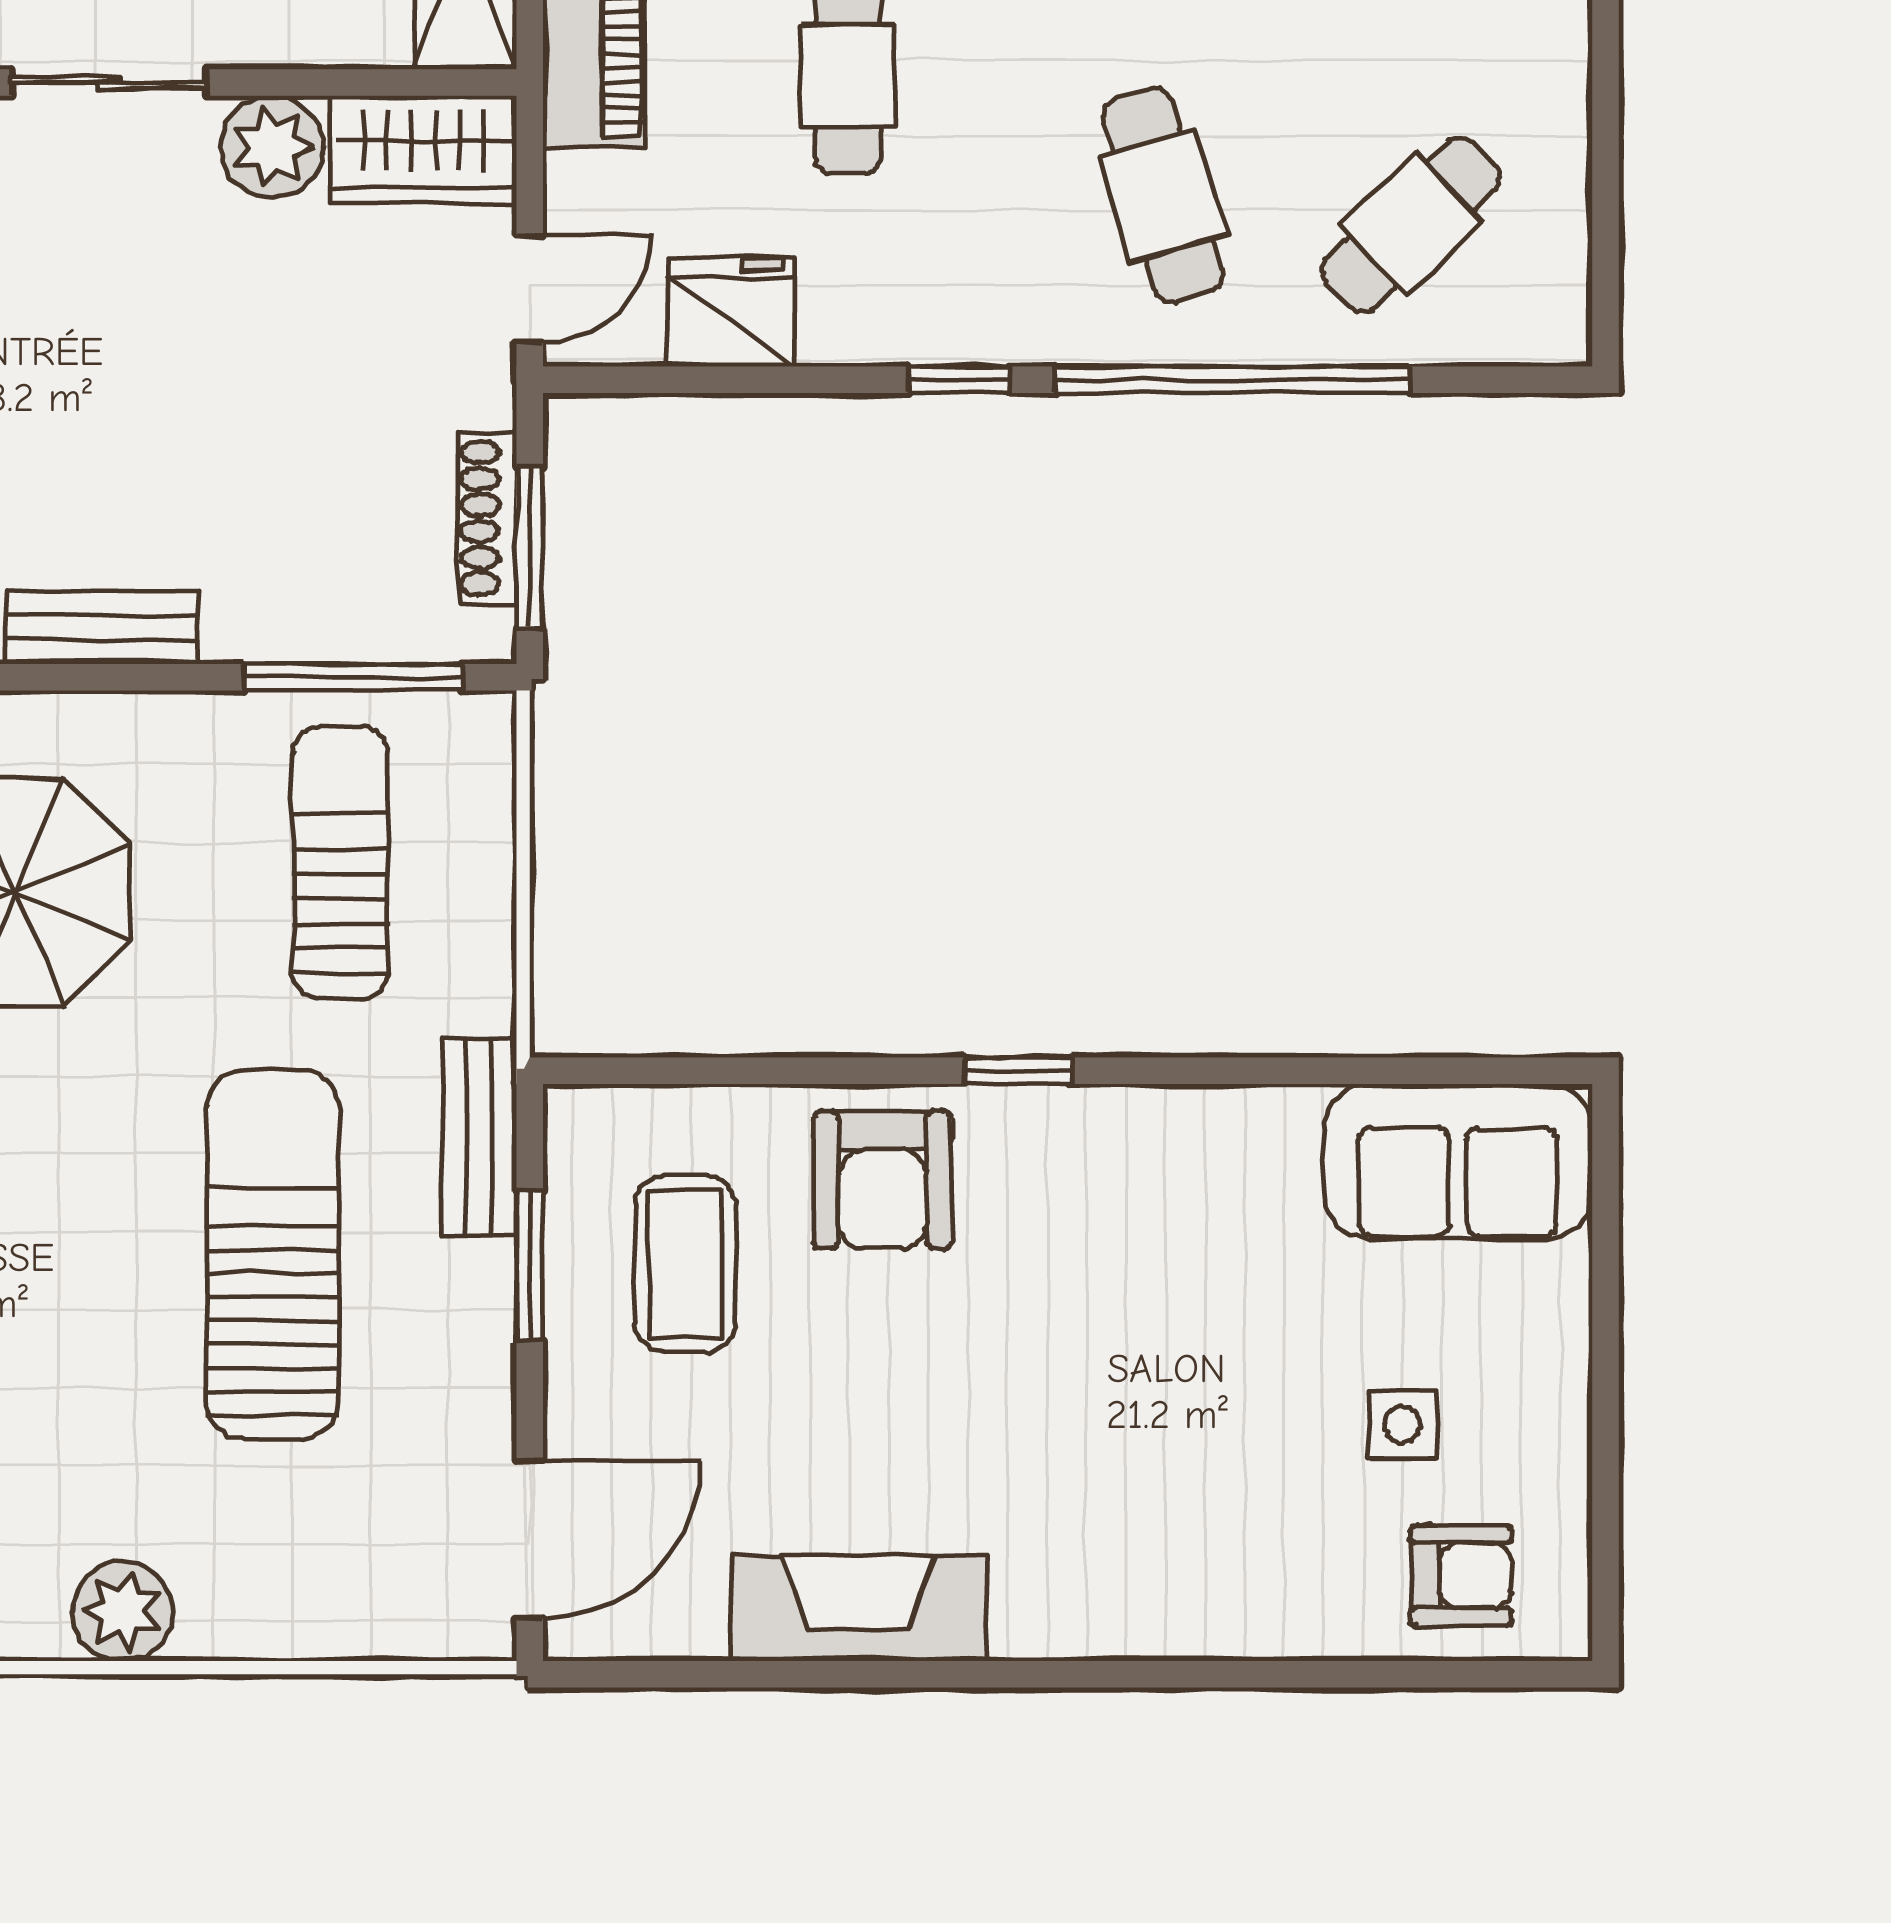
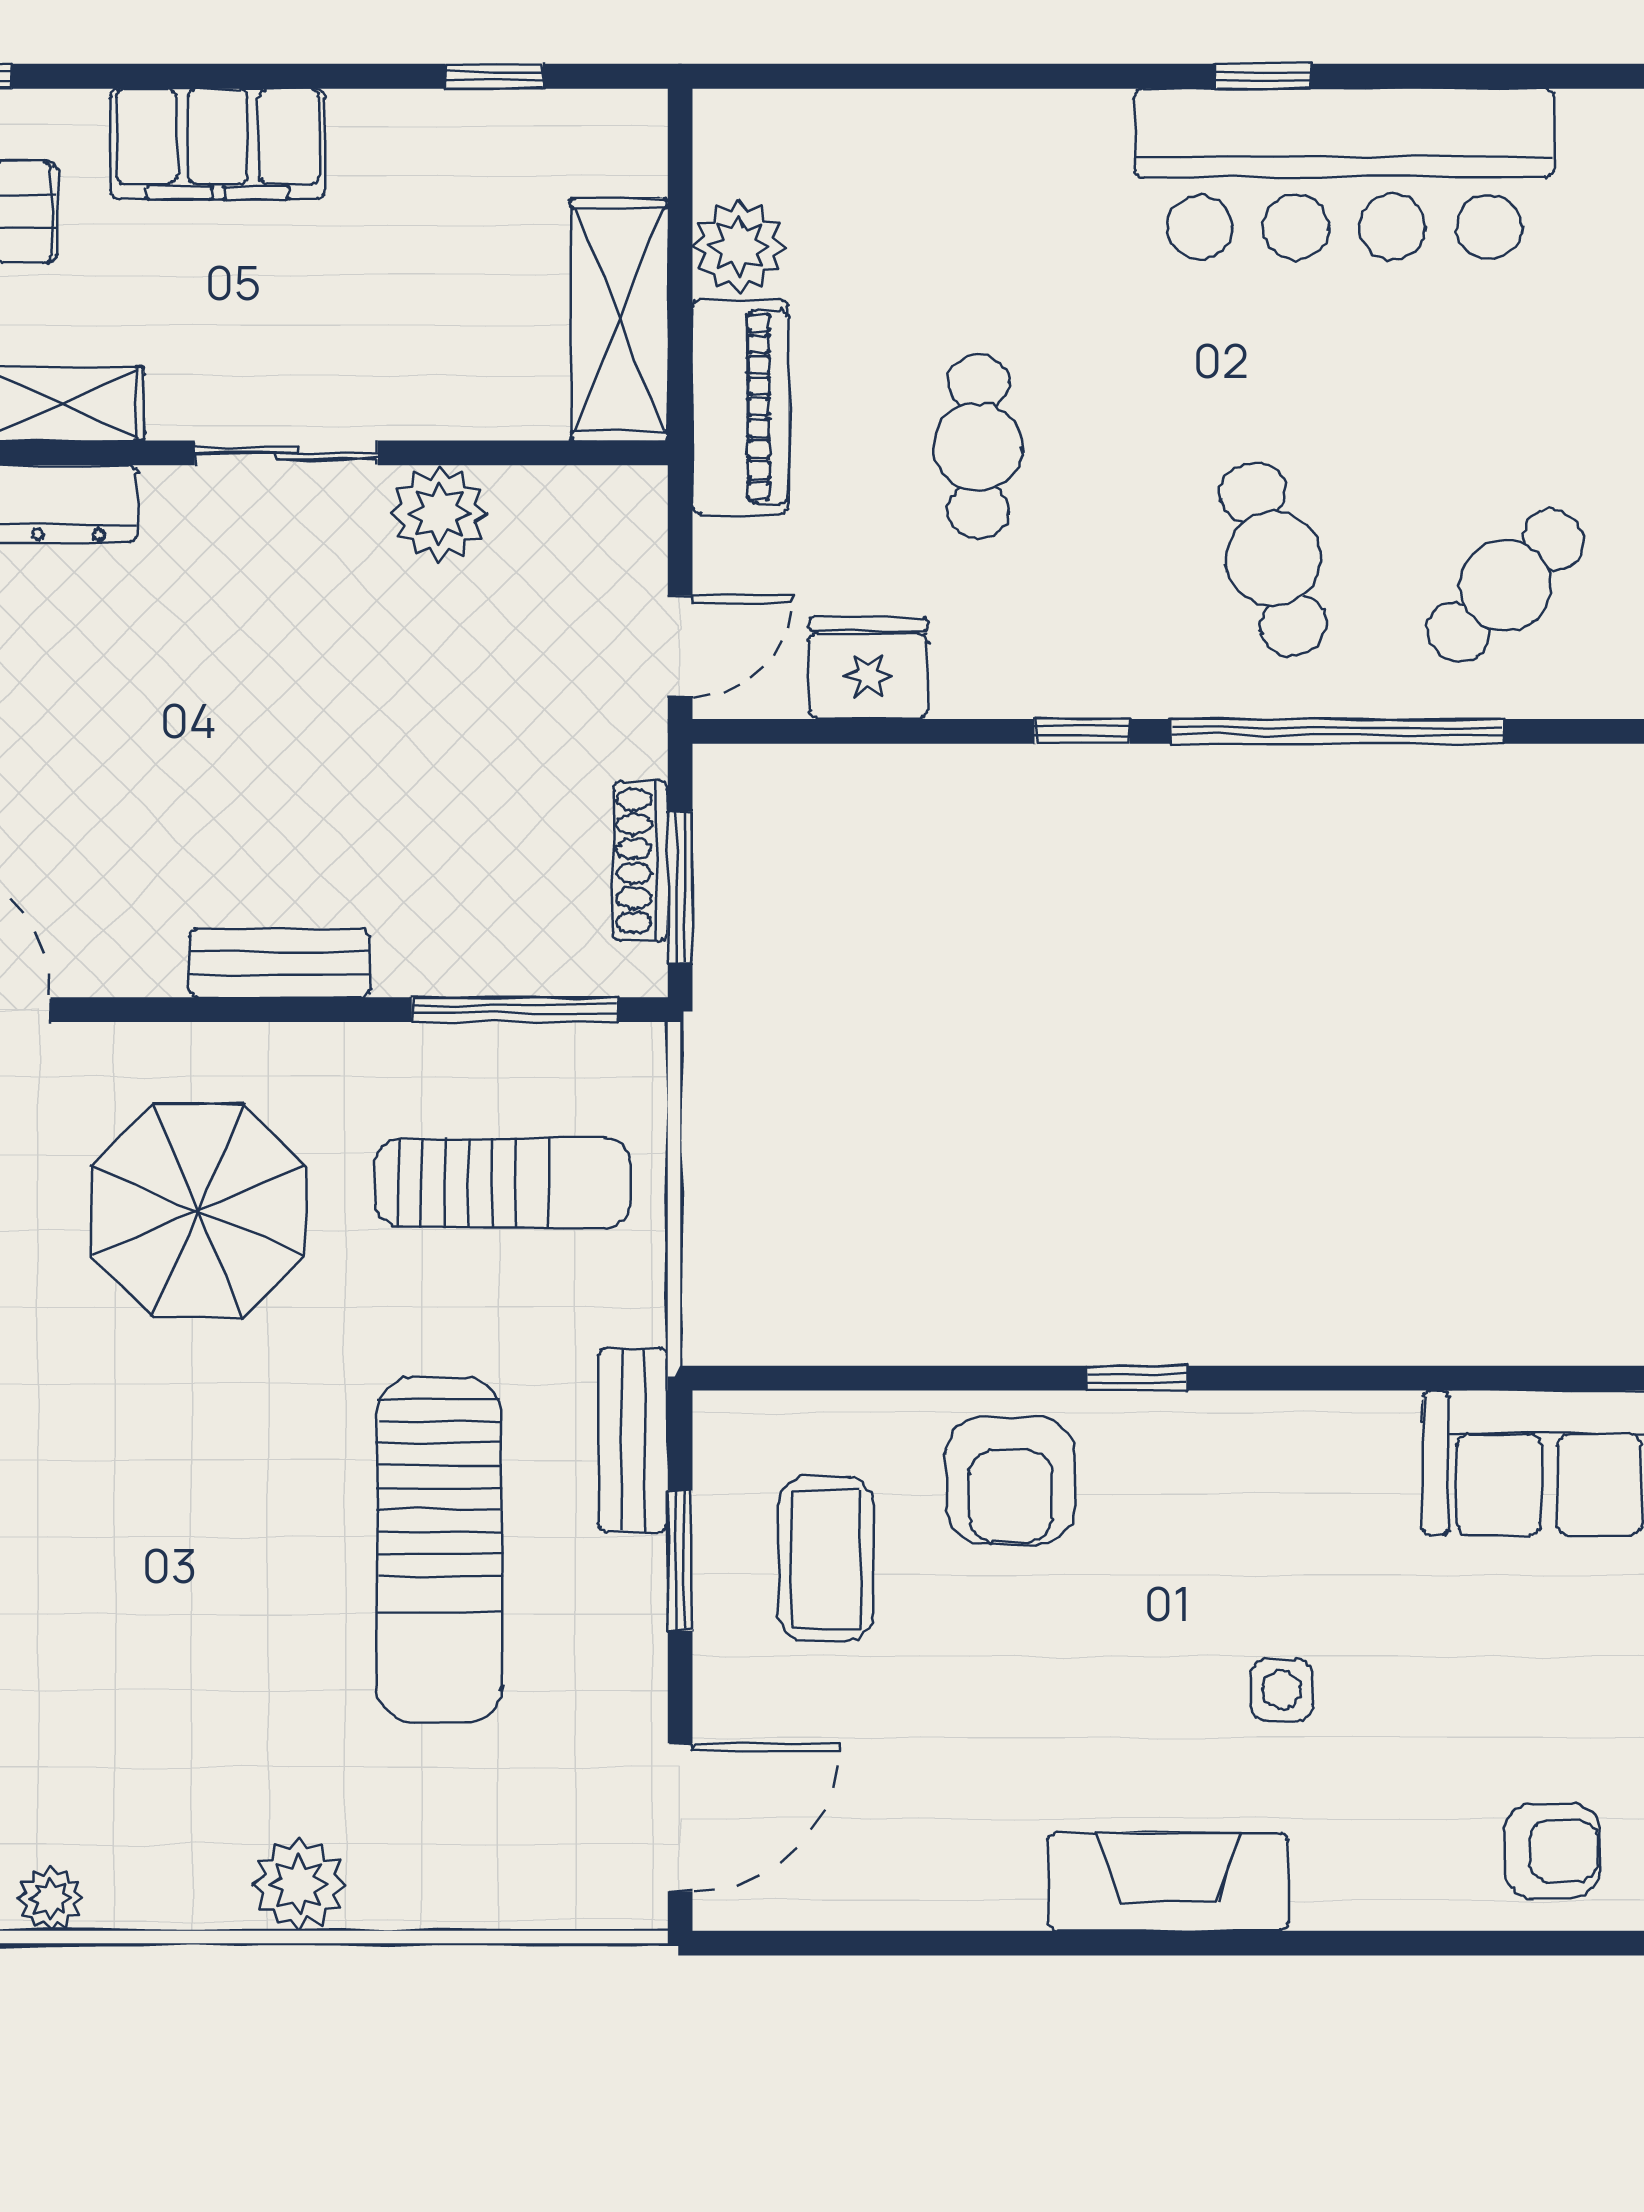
wardrobe: (424, 149) -> (581, 516), removed
sun lounger: (340, 862) -> (503, 1183), turned 90
sun lounger: (273, 1254) -> (439, 1550), turned 180
side table: (1403, 1425) -> (1282, 1690), moved
fireplace: (858, 1608) -> (1168, 1882), moved

